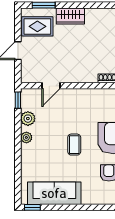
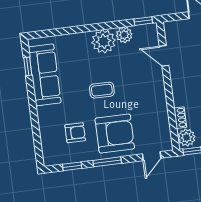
plant: (26, 137) -> (104, 41), width x1.87, depth x1.87
window: (32, 207) -> (28, 66), moved

